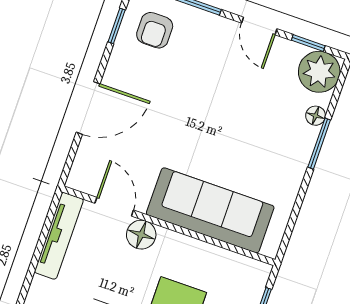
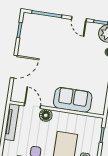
armchair: (155, 30) -> (36, 29), removed
sofa: (210, 210) -> (73, 100), width x0.73

